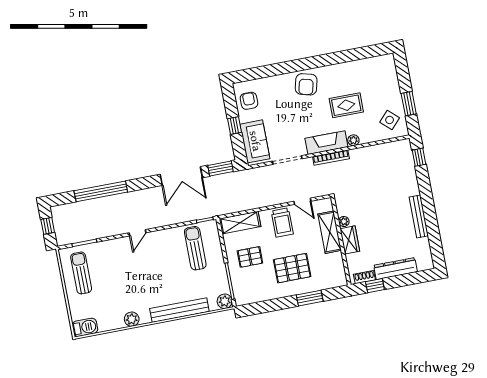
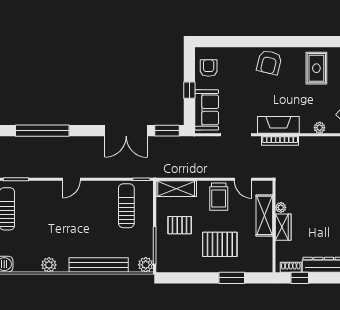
rug: (346, 105) -> (316, 68), moved, turned 90
plant: (353, 140) -> (320, 128), moved

